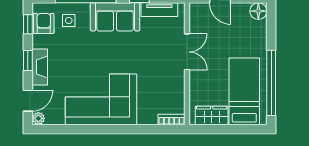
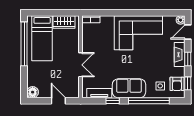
double door: (187, 52) -> (81, 65), swing flipped

